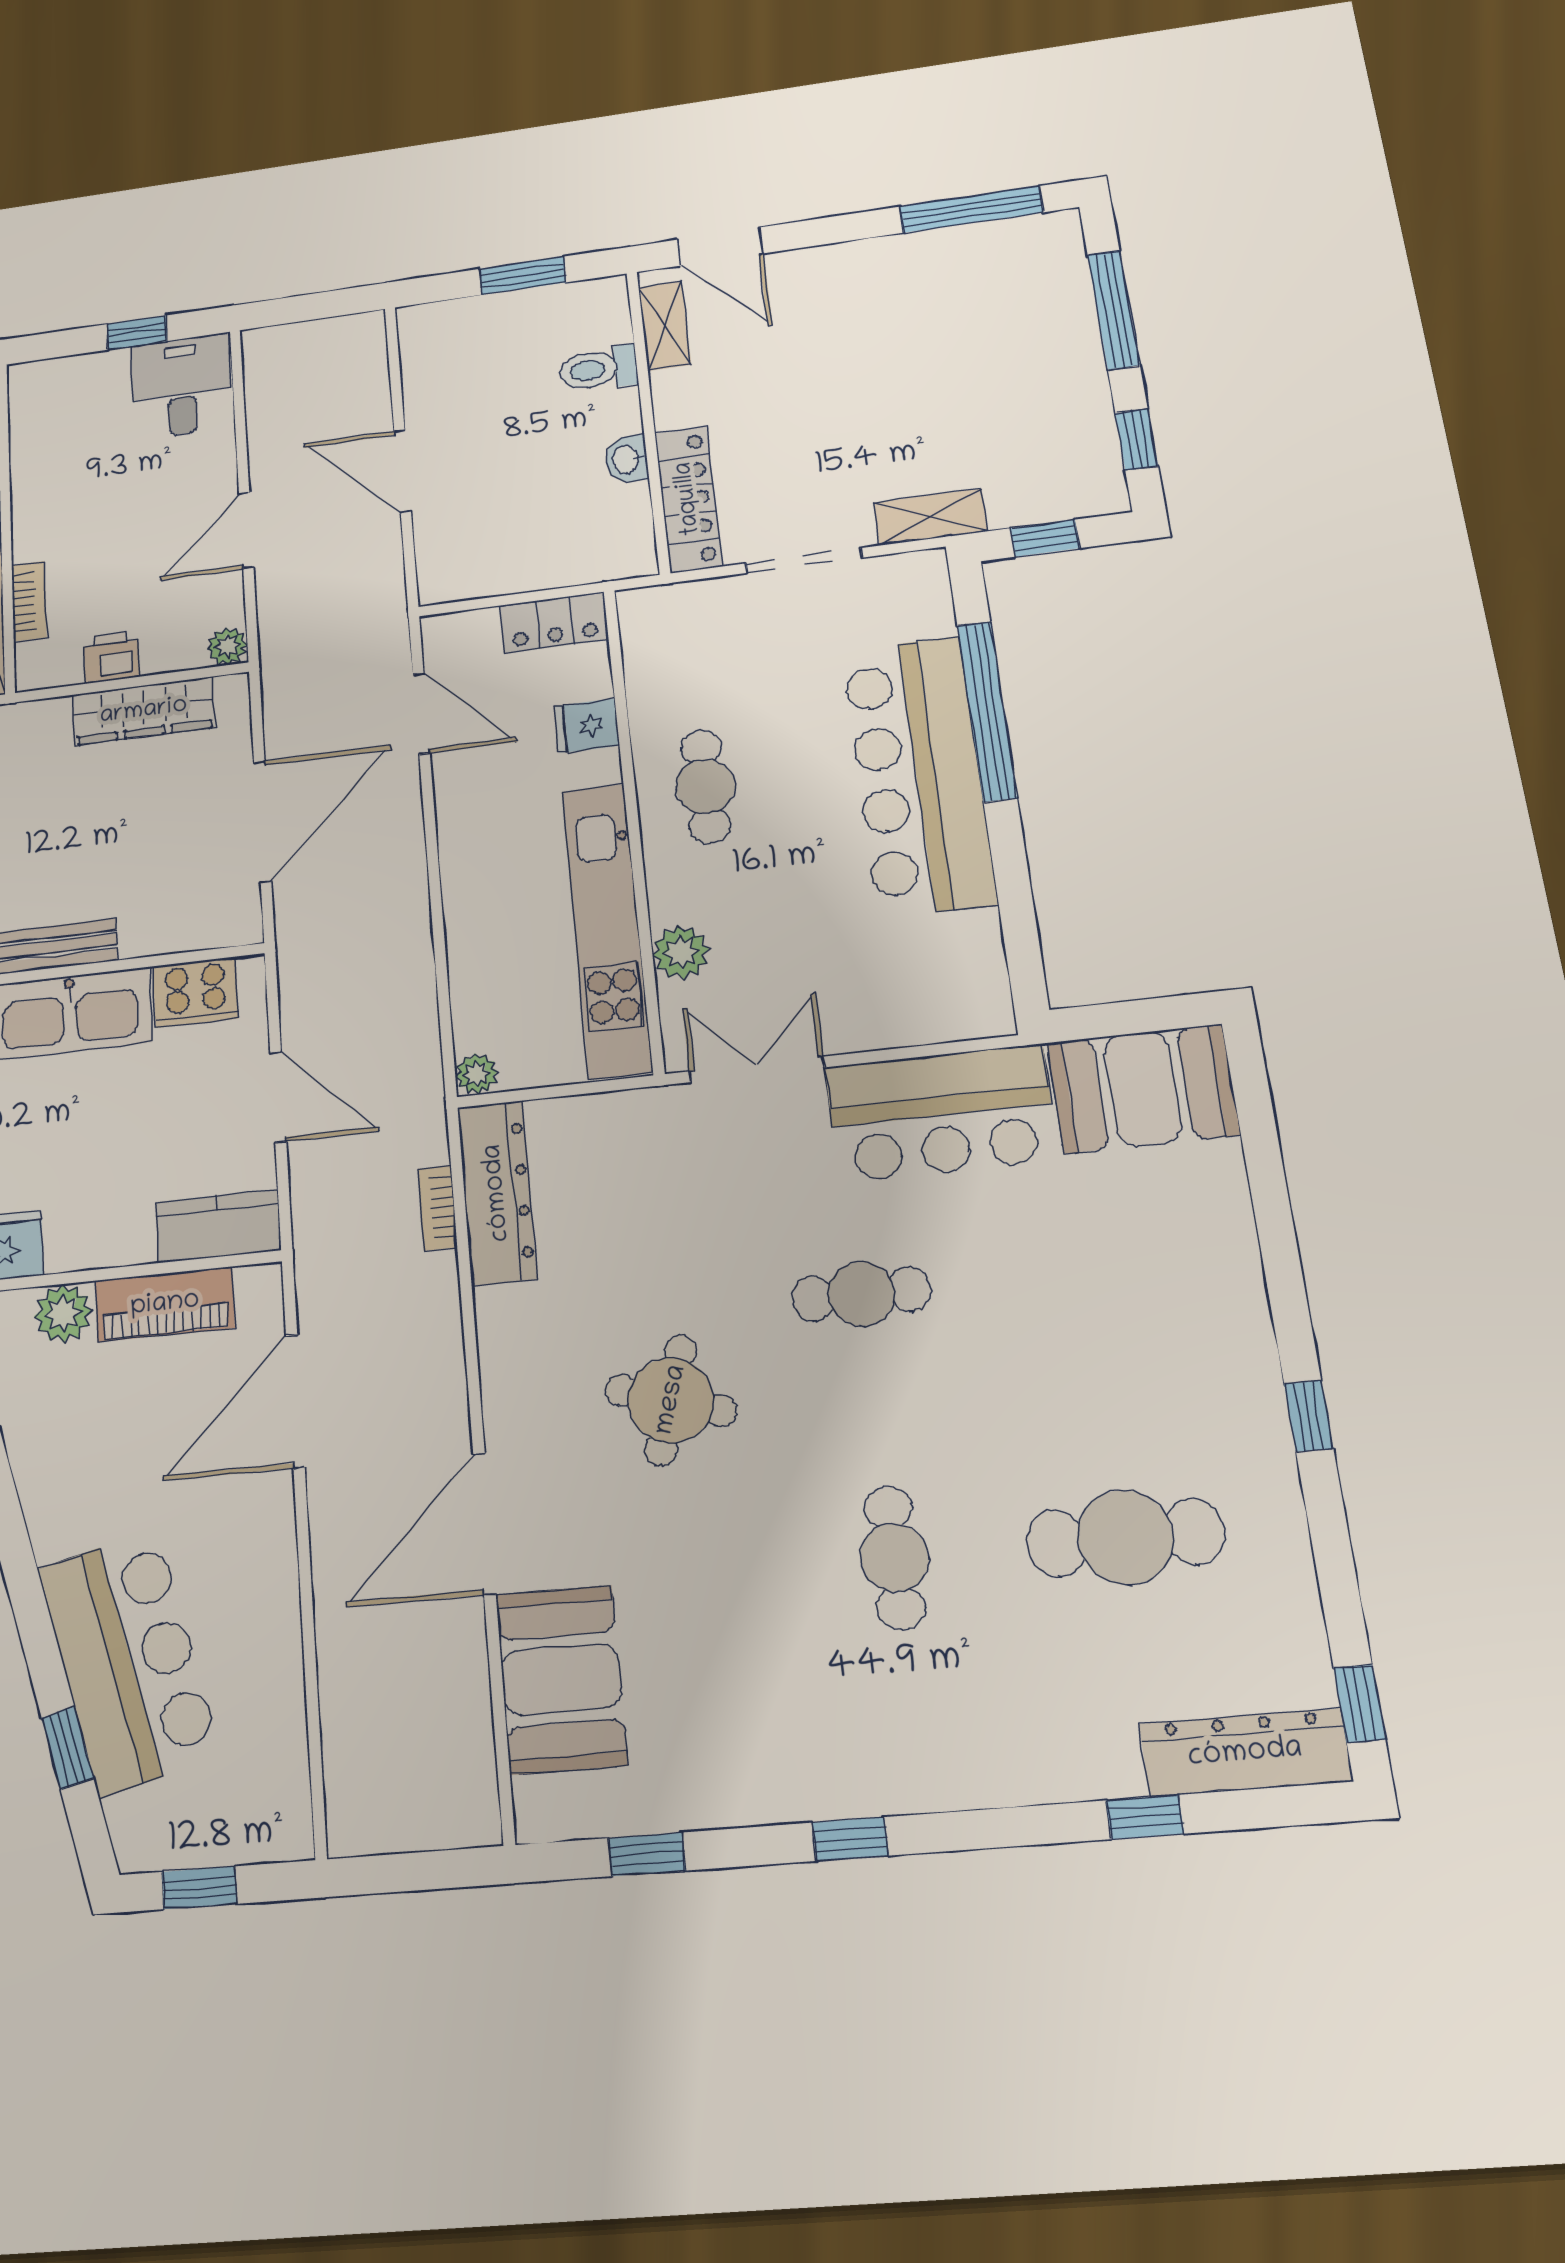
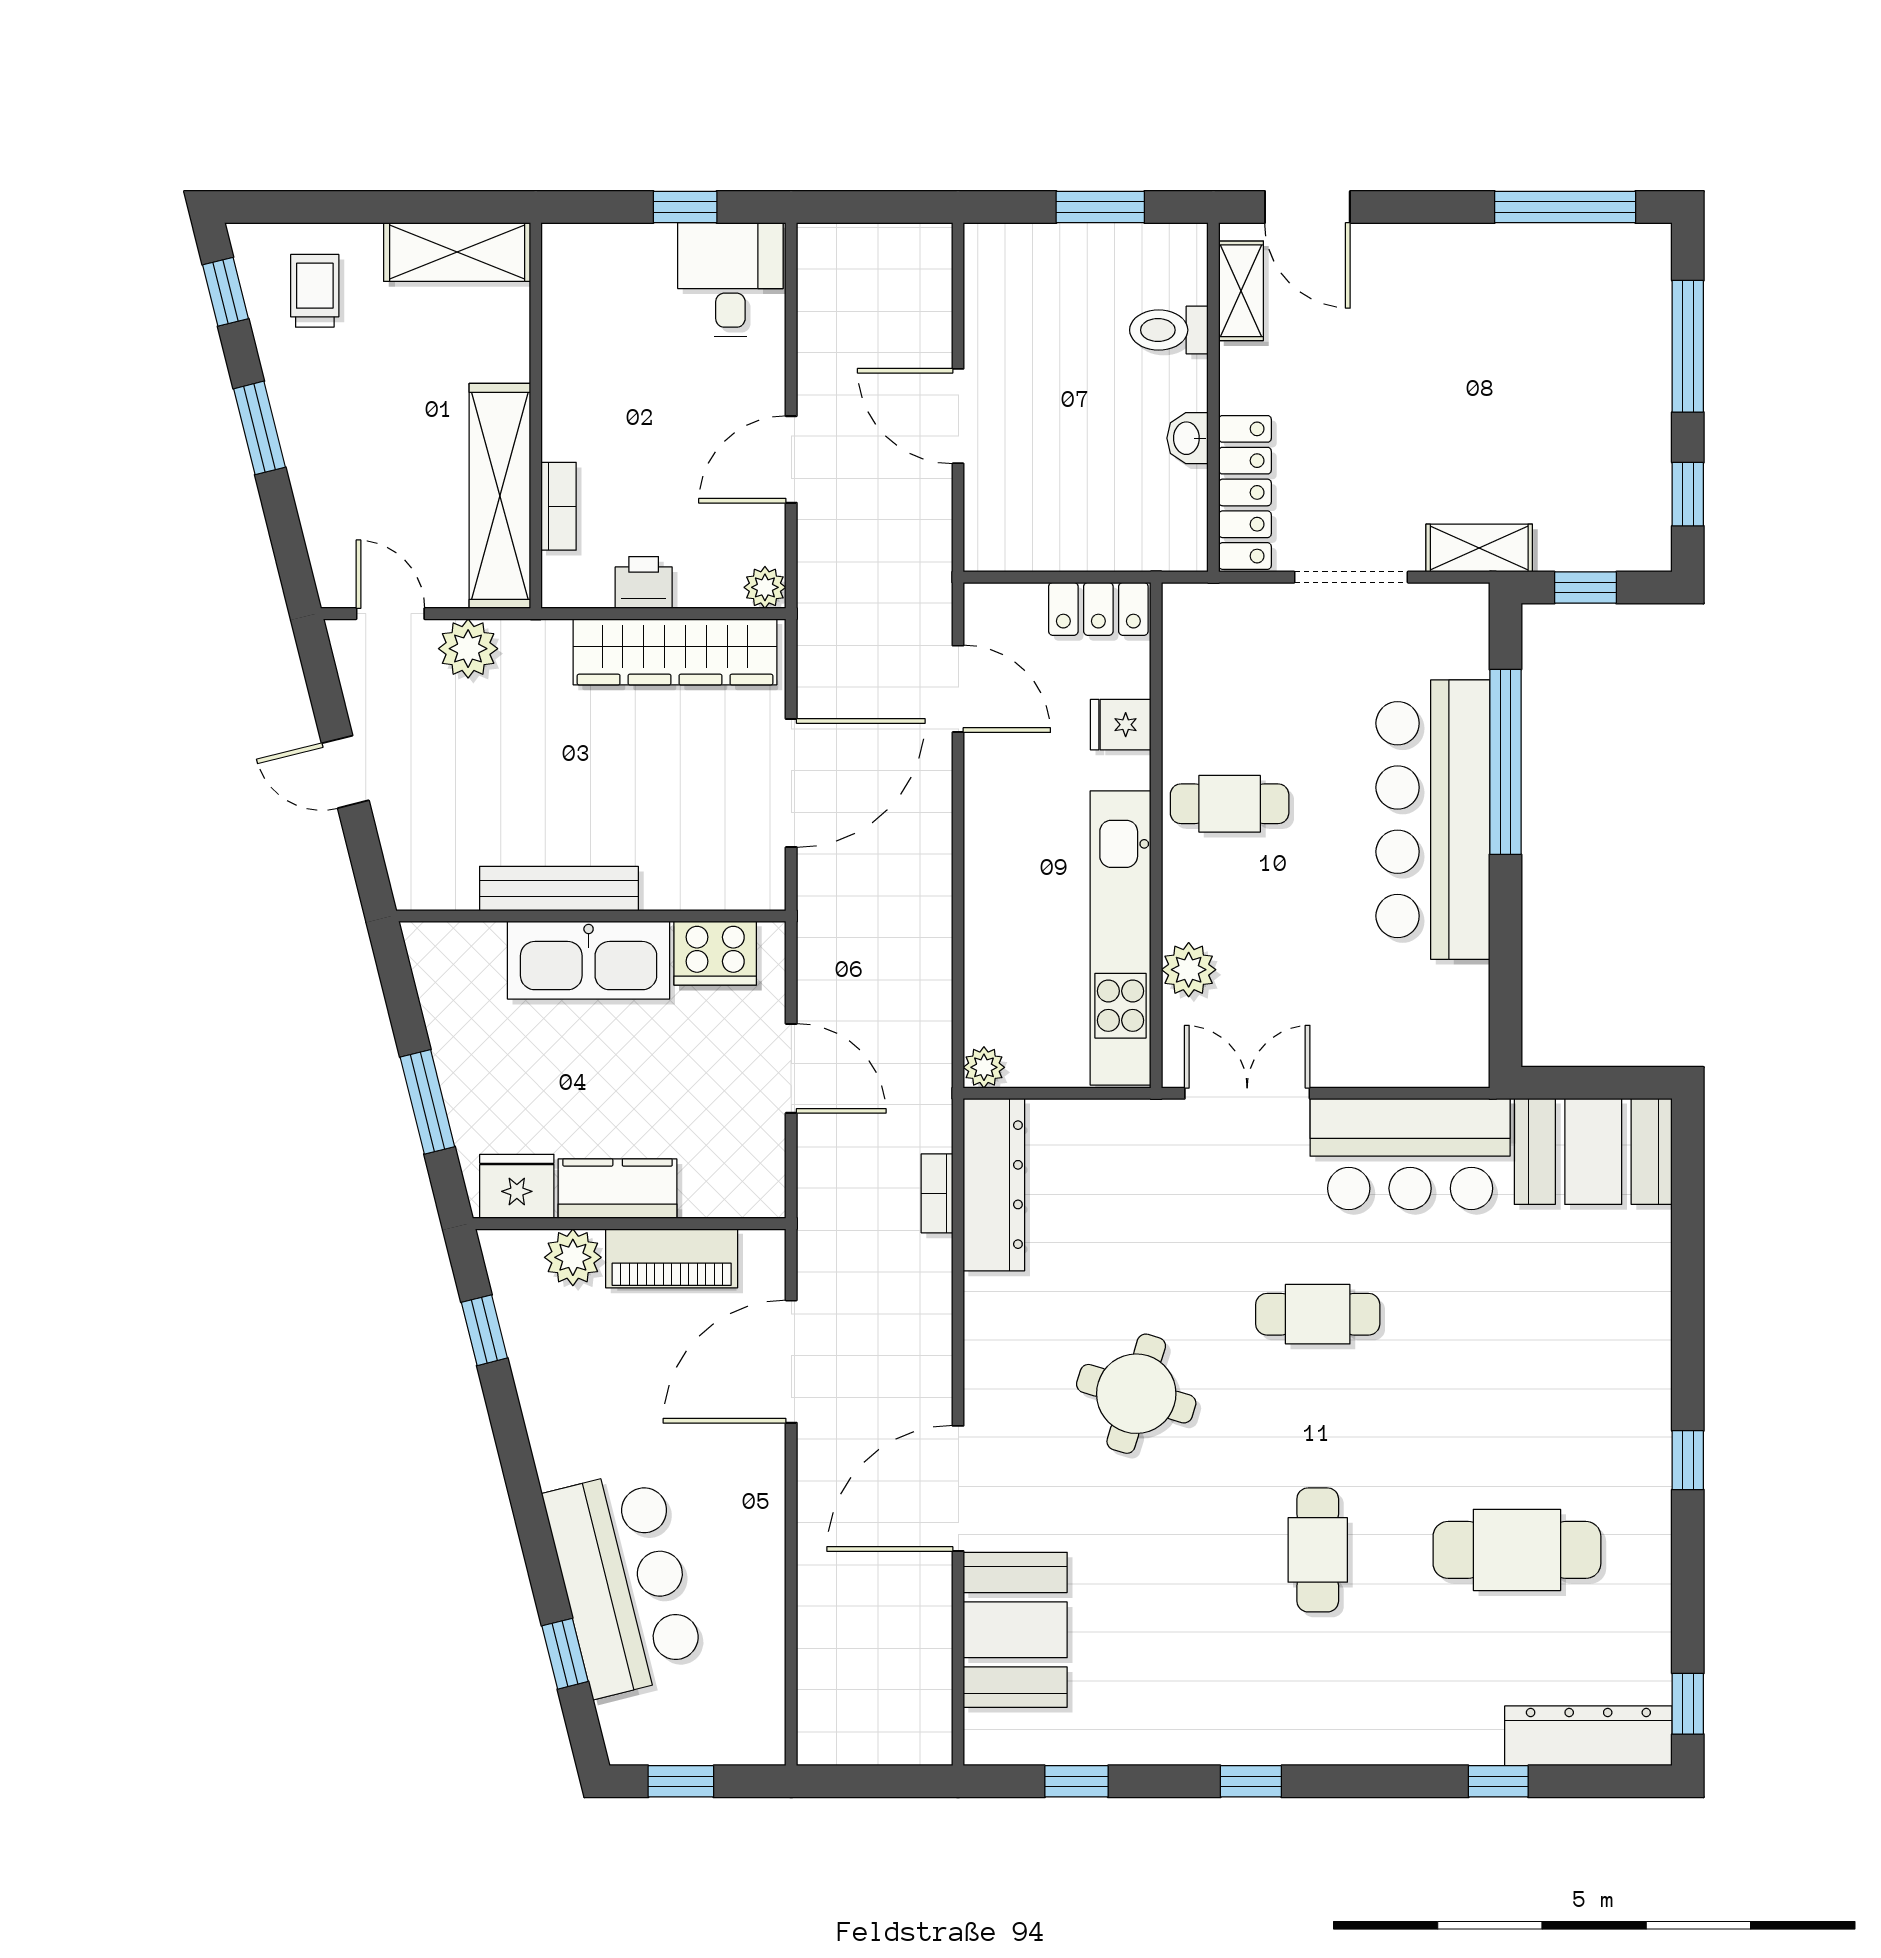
wardrobe: (144, 711) -> (675, 652), width x1.40, depth x1.17
cafe table: (706, 786) -> (1230, 804), turned 90
kitchen counter: (218, 1226) -> (618, 1189), moved

